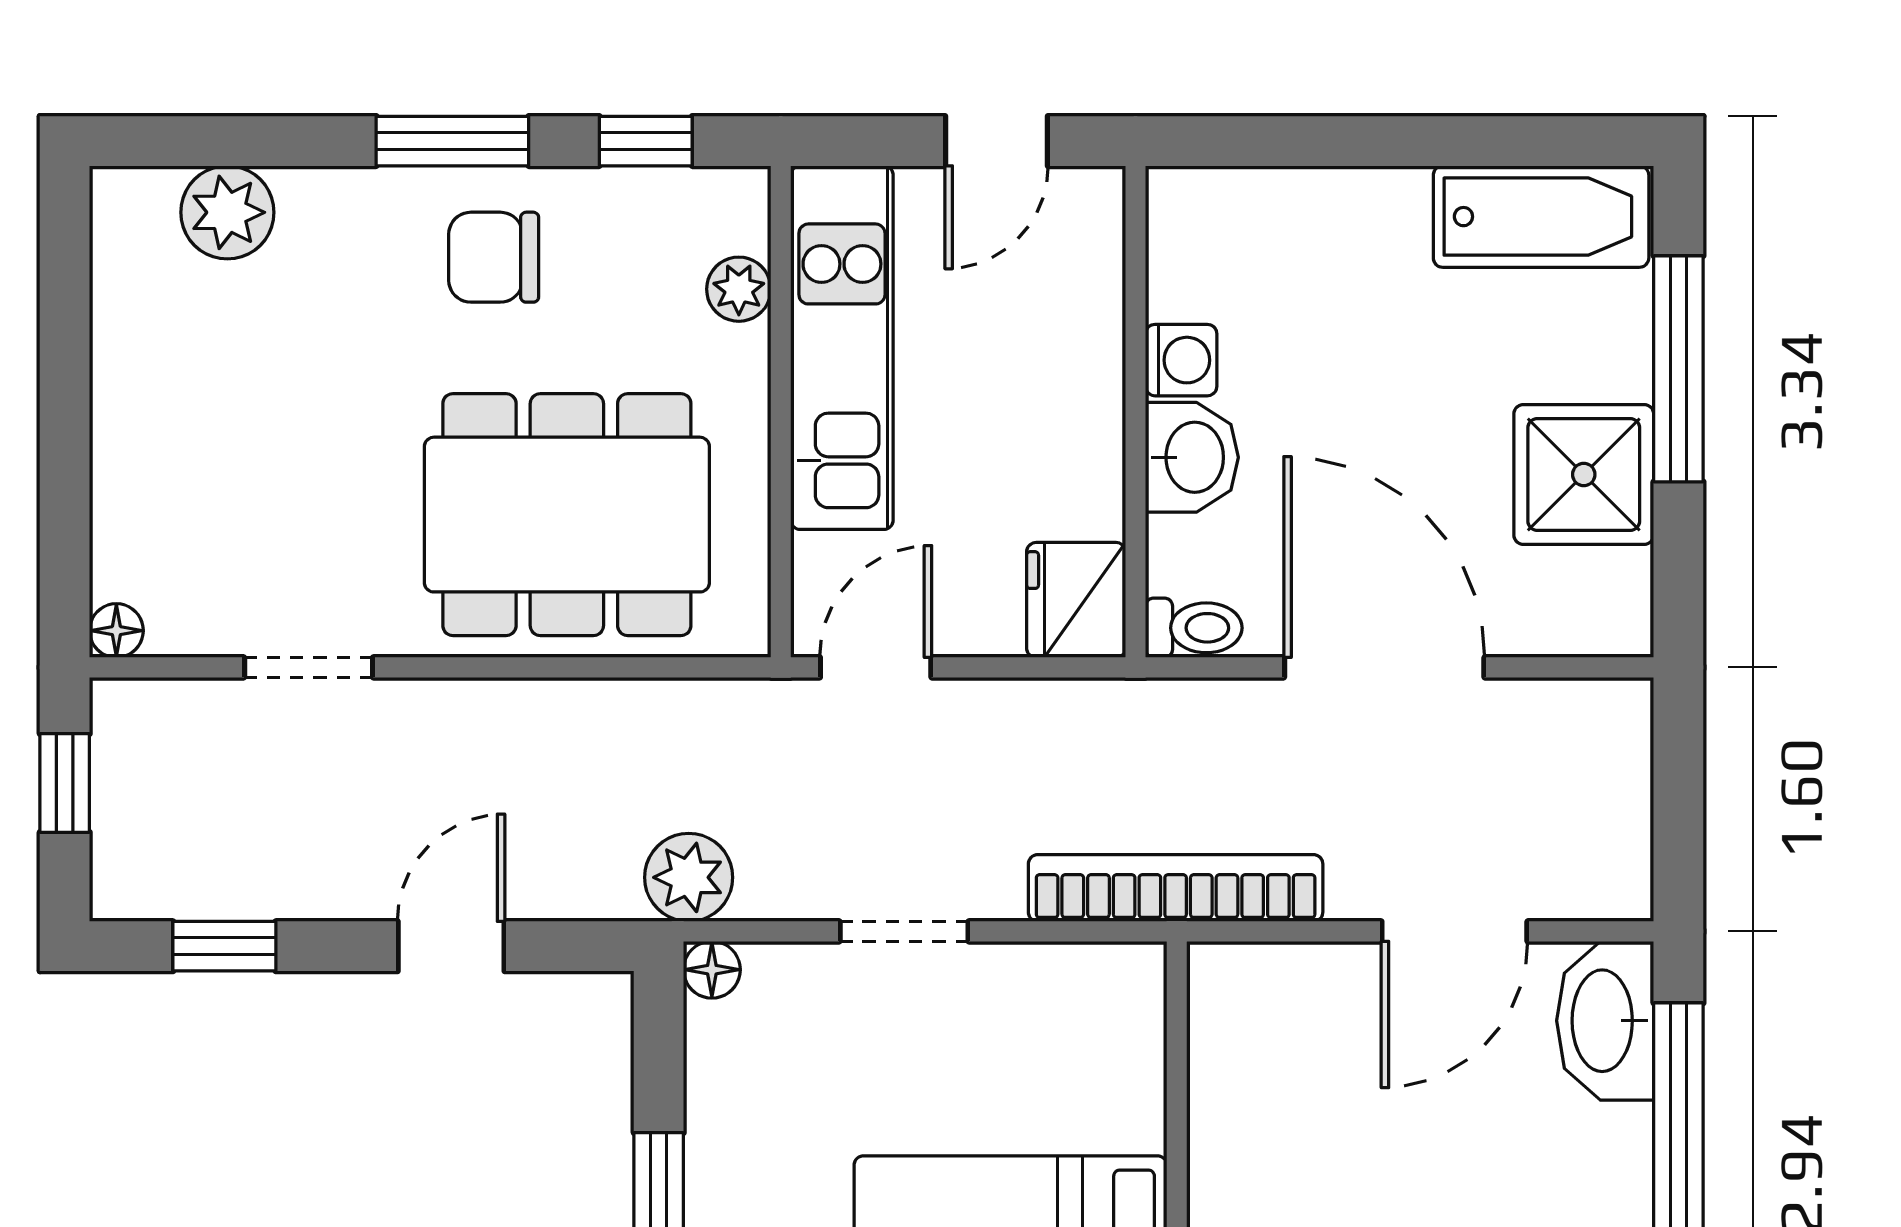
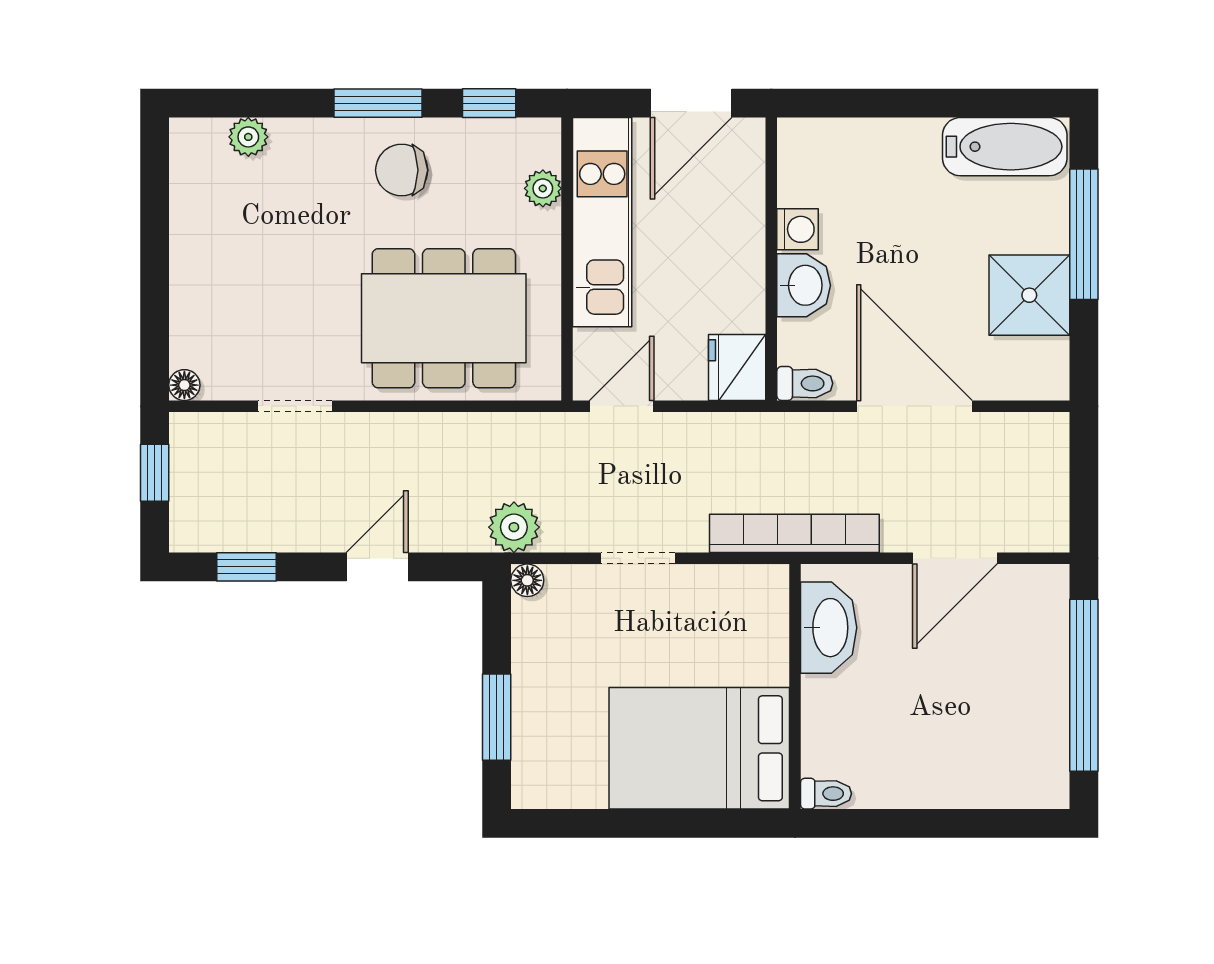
door: (997, 141) -> (691, 103), width x1.38
plant: (227, 212) -> (248, 137), width x0.73, depth x0.73
washbasin: (1605, 1021) -> (829, 628), moved, turned 180

